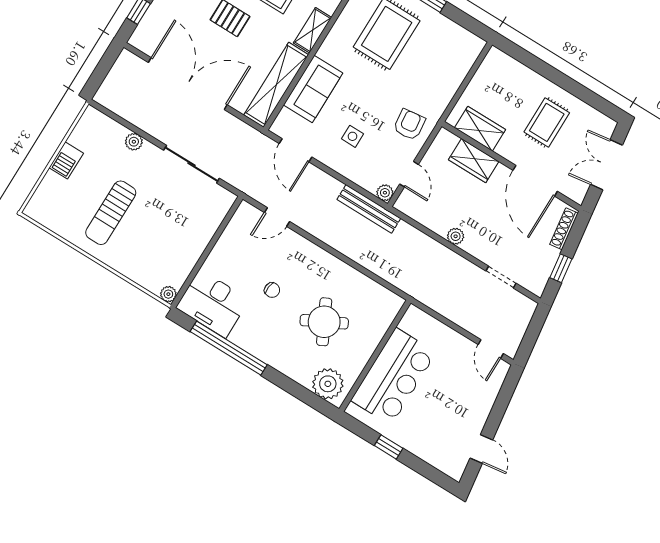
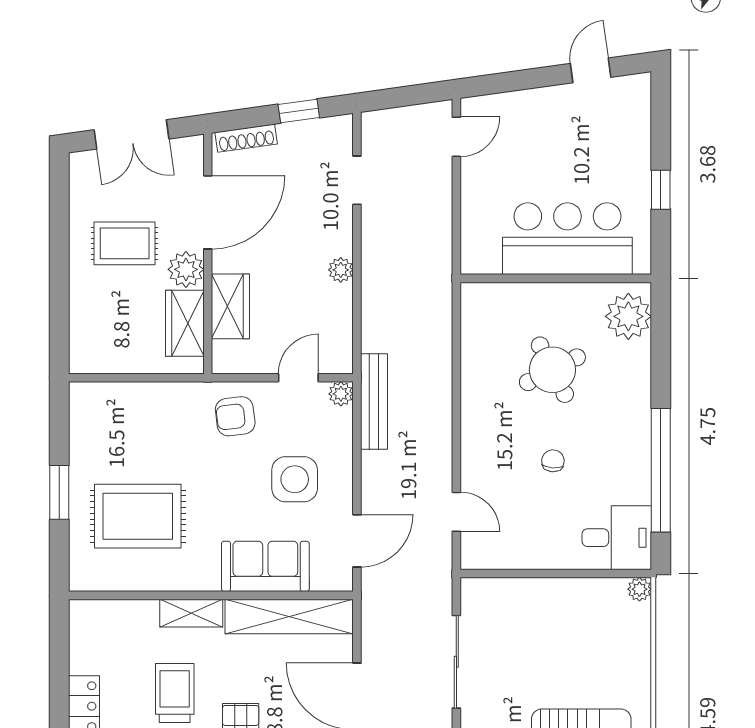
side table: (352, 136) -> (295, 479), width x1.87, depth x1.87
plant: (510, 148) -> (186, 269), added
desk: (213, 304) -> (617, 538), width x0.73

